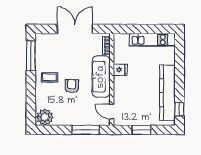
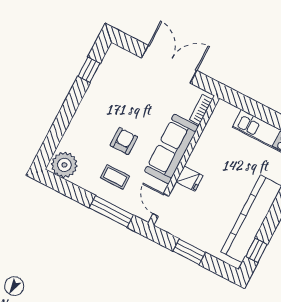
window: (31, 56) -> (89, 70), width x0.46
fridge: (120, 70) -> (189, 179), moved
coffee table: (49, 77) -> (115, 177), moved

